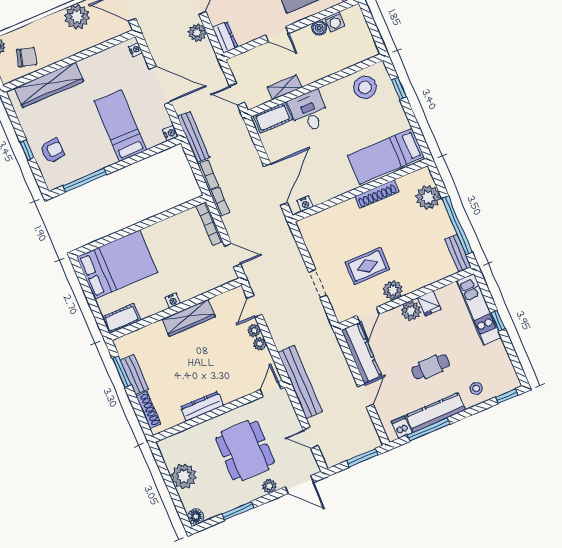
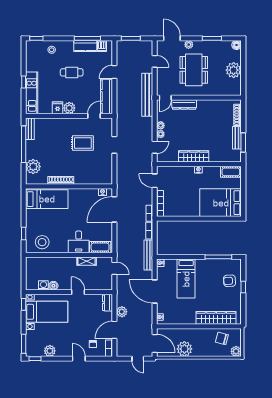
plant: (393, 290) -> (74, 124), removed
dresser: (202, 406) -> (184, 104), moved
kitchen counter: (436, 412) -> (85, 46), width x0.67

